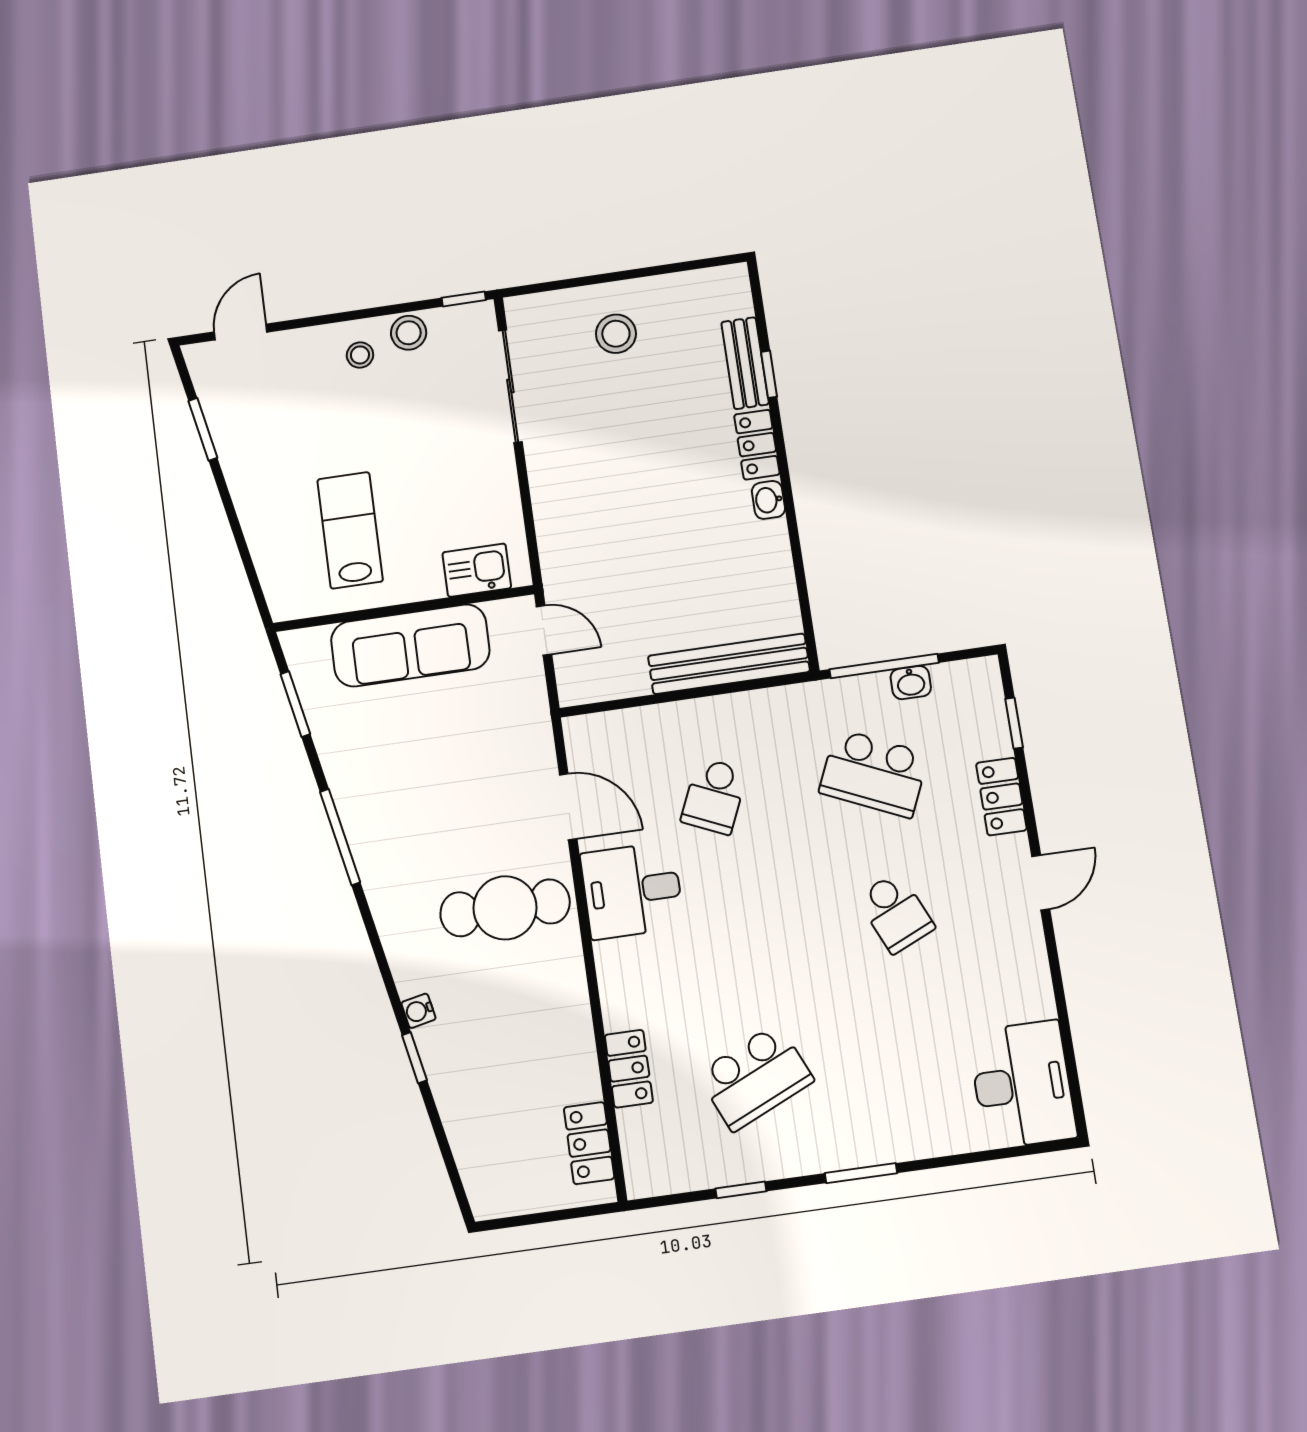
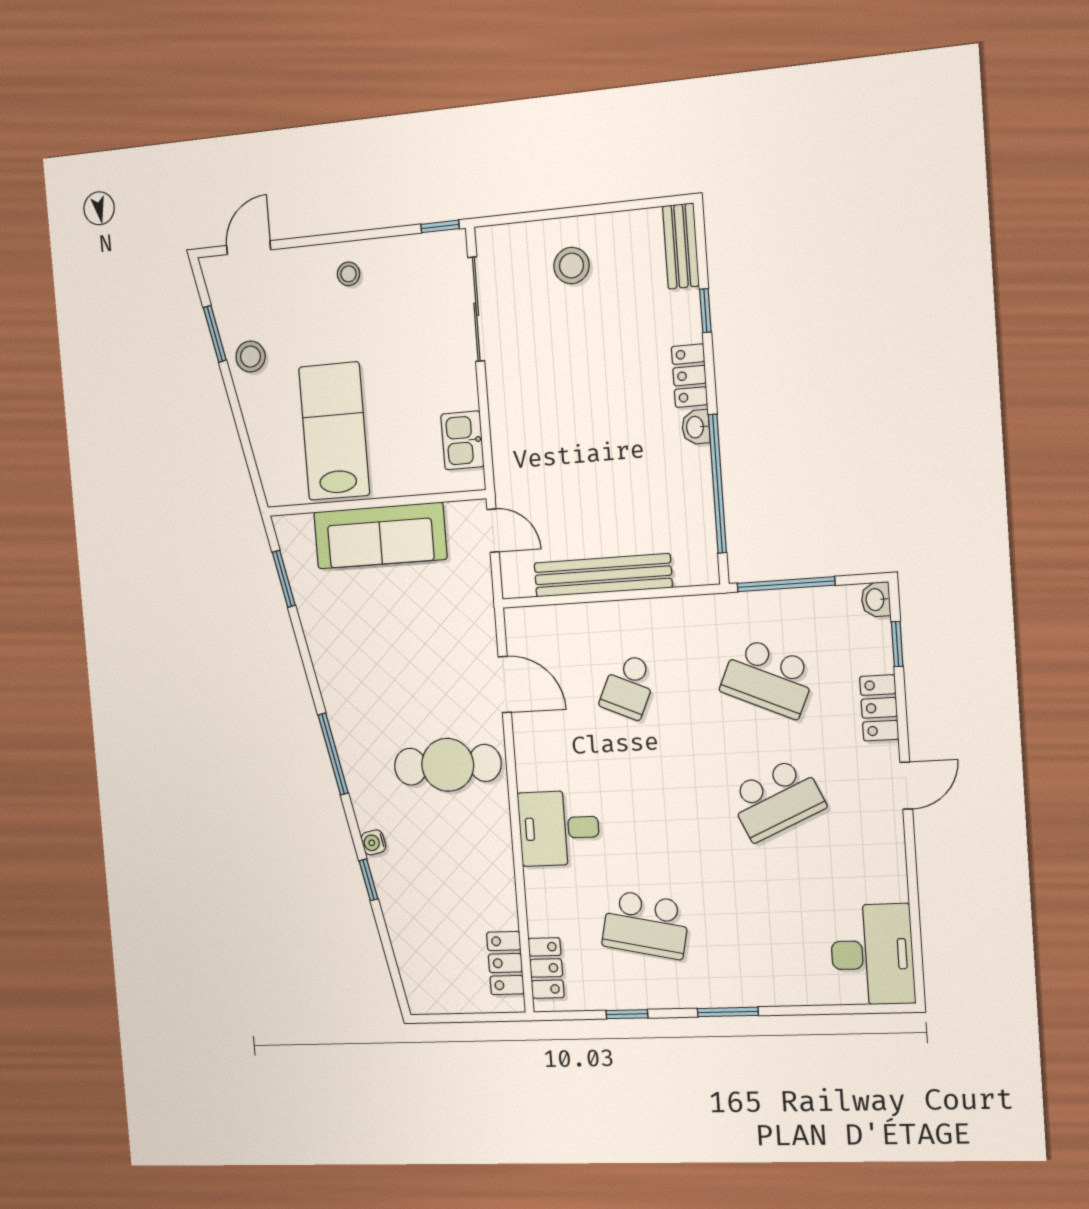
stool: (409, 333) -> (250, 357), moved
bench: (745, 363) -> (681, 246), moved
lab bench: (350, 530) -> (334, 431), width x1.36, depth x1.39
window: (798, 560) -> (717, 484), added
kitchen sink: (477, 570) -> (462, 440), moved, turned -90
bench: (729, 664) -> (603, 575), moved
washbasin: (911, 683) -> (876, 600), moved, turned 90
window: (340, 837) -> (333, 754), moved
desk: (632, 890) -> (559, 828), moved
school desk: (896, 913) -> (777, 799), width x1.85
locker: (629, 1069) -> (546, 968), moved
school desk: (755, 1077) -> (646, 925), turned 36

